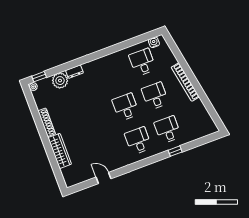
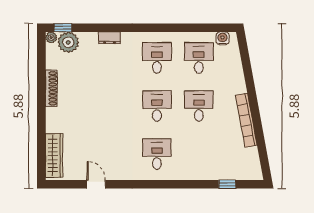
plant: (60, 81) -> (68, 42), moved
bookcase: (185, 82) -> (246, 120), moved
desk: (168, 130) -> (157, 58), moved
wardrobe: (60, 151) -> (54, 155), moved
window: (175, 151) -> (227, 184), moved

